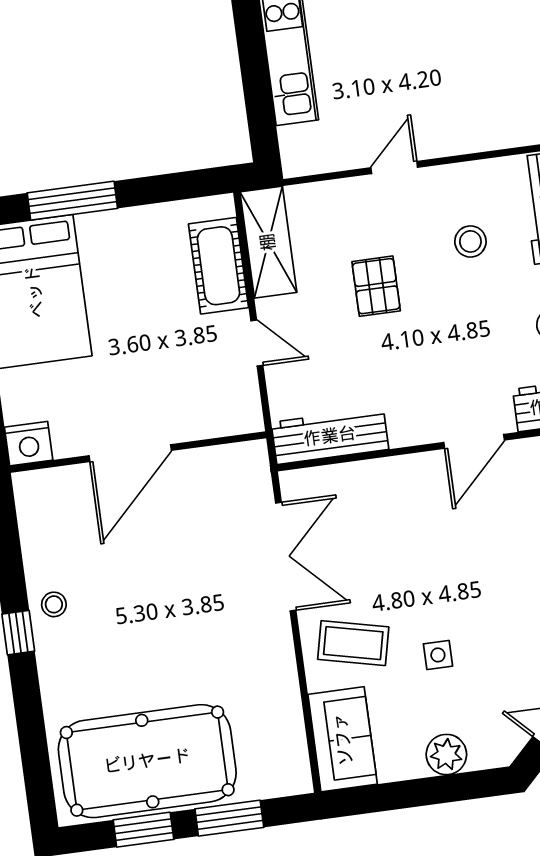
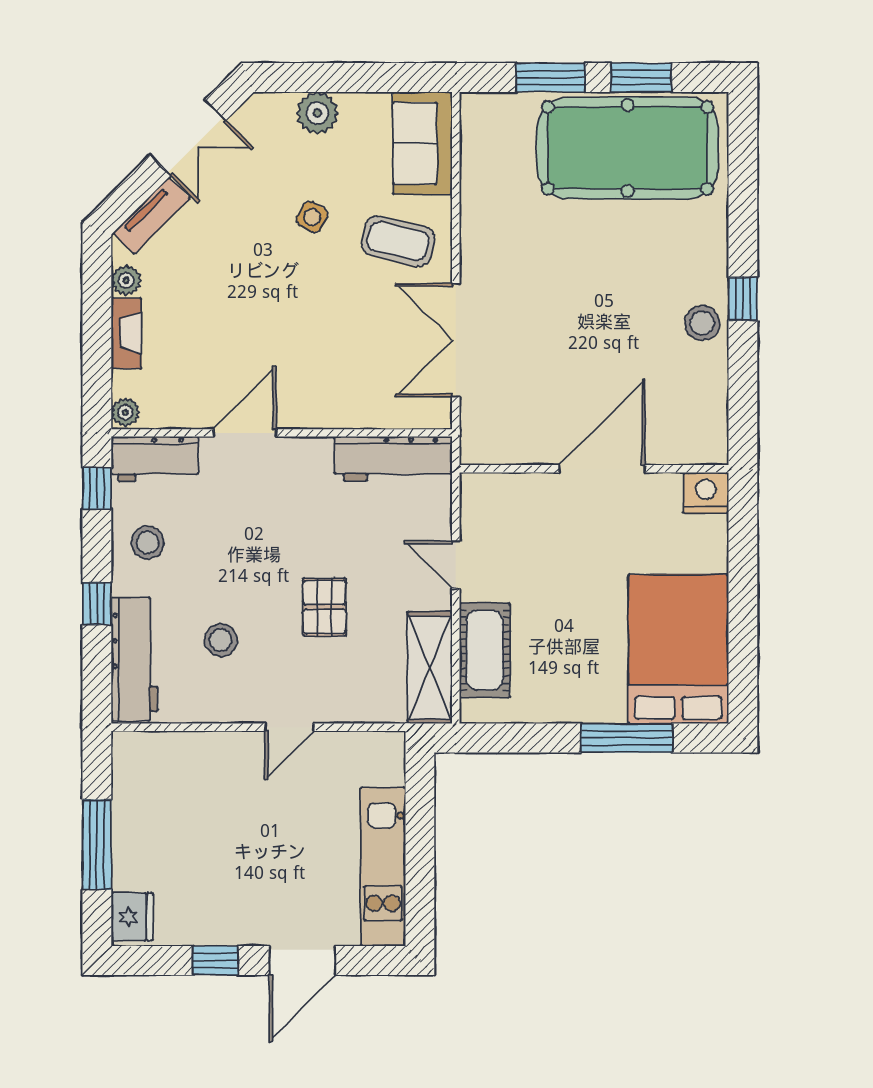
stool: (54, 604) -> (702, 323), width x1.37, depth x1.37
side table: (438, 655) -> (312, 217), turned 30

